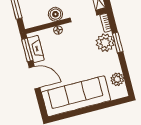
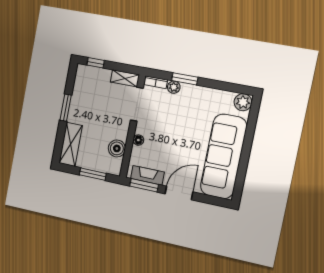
boiler: (55, 14) -> (117, 148), moved
plant: (105, 43) -> (174, 87), width x0.53, depth x0.53
plant: (117, 79) -> (243, 102), moved

